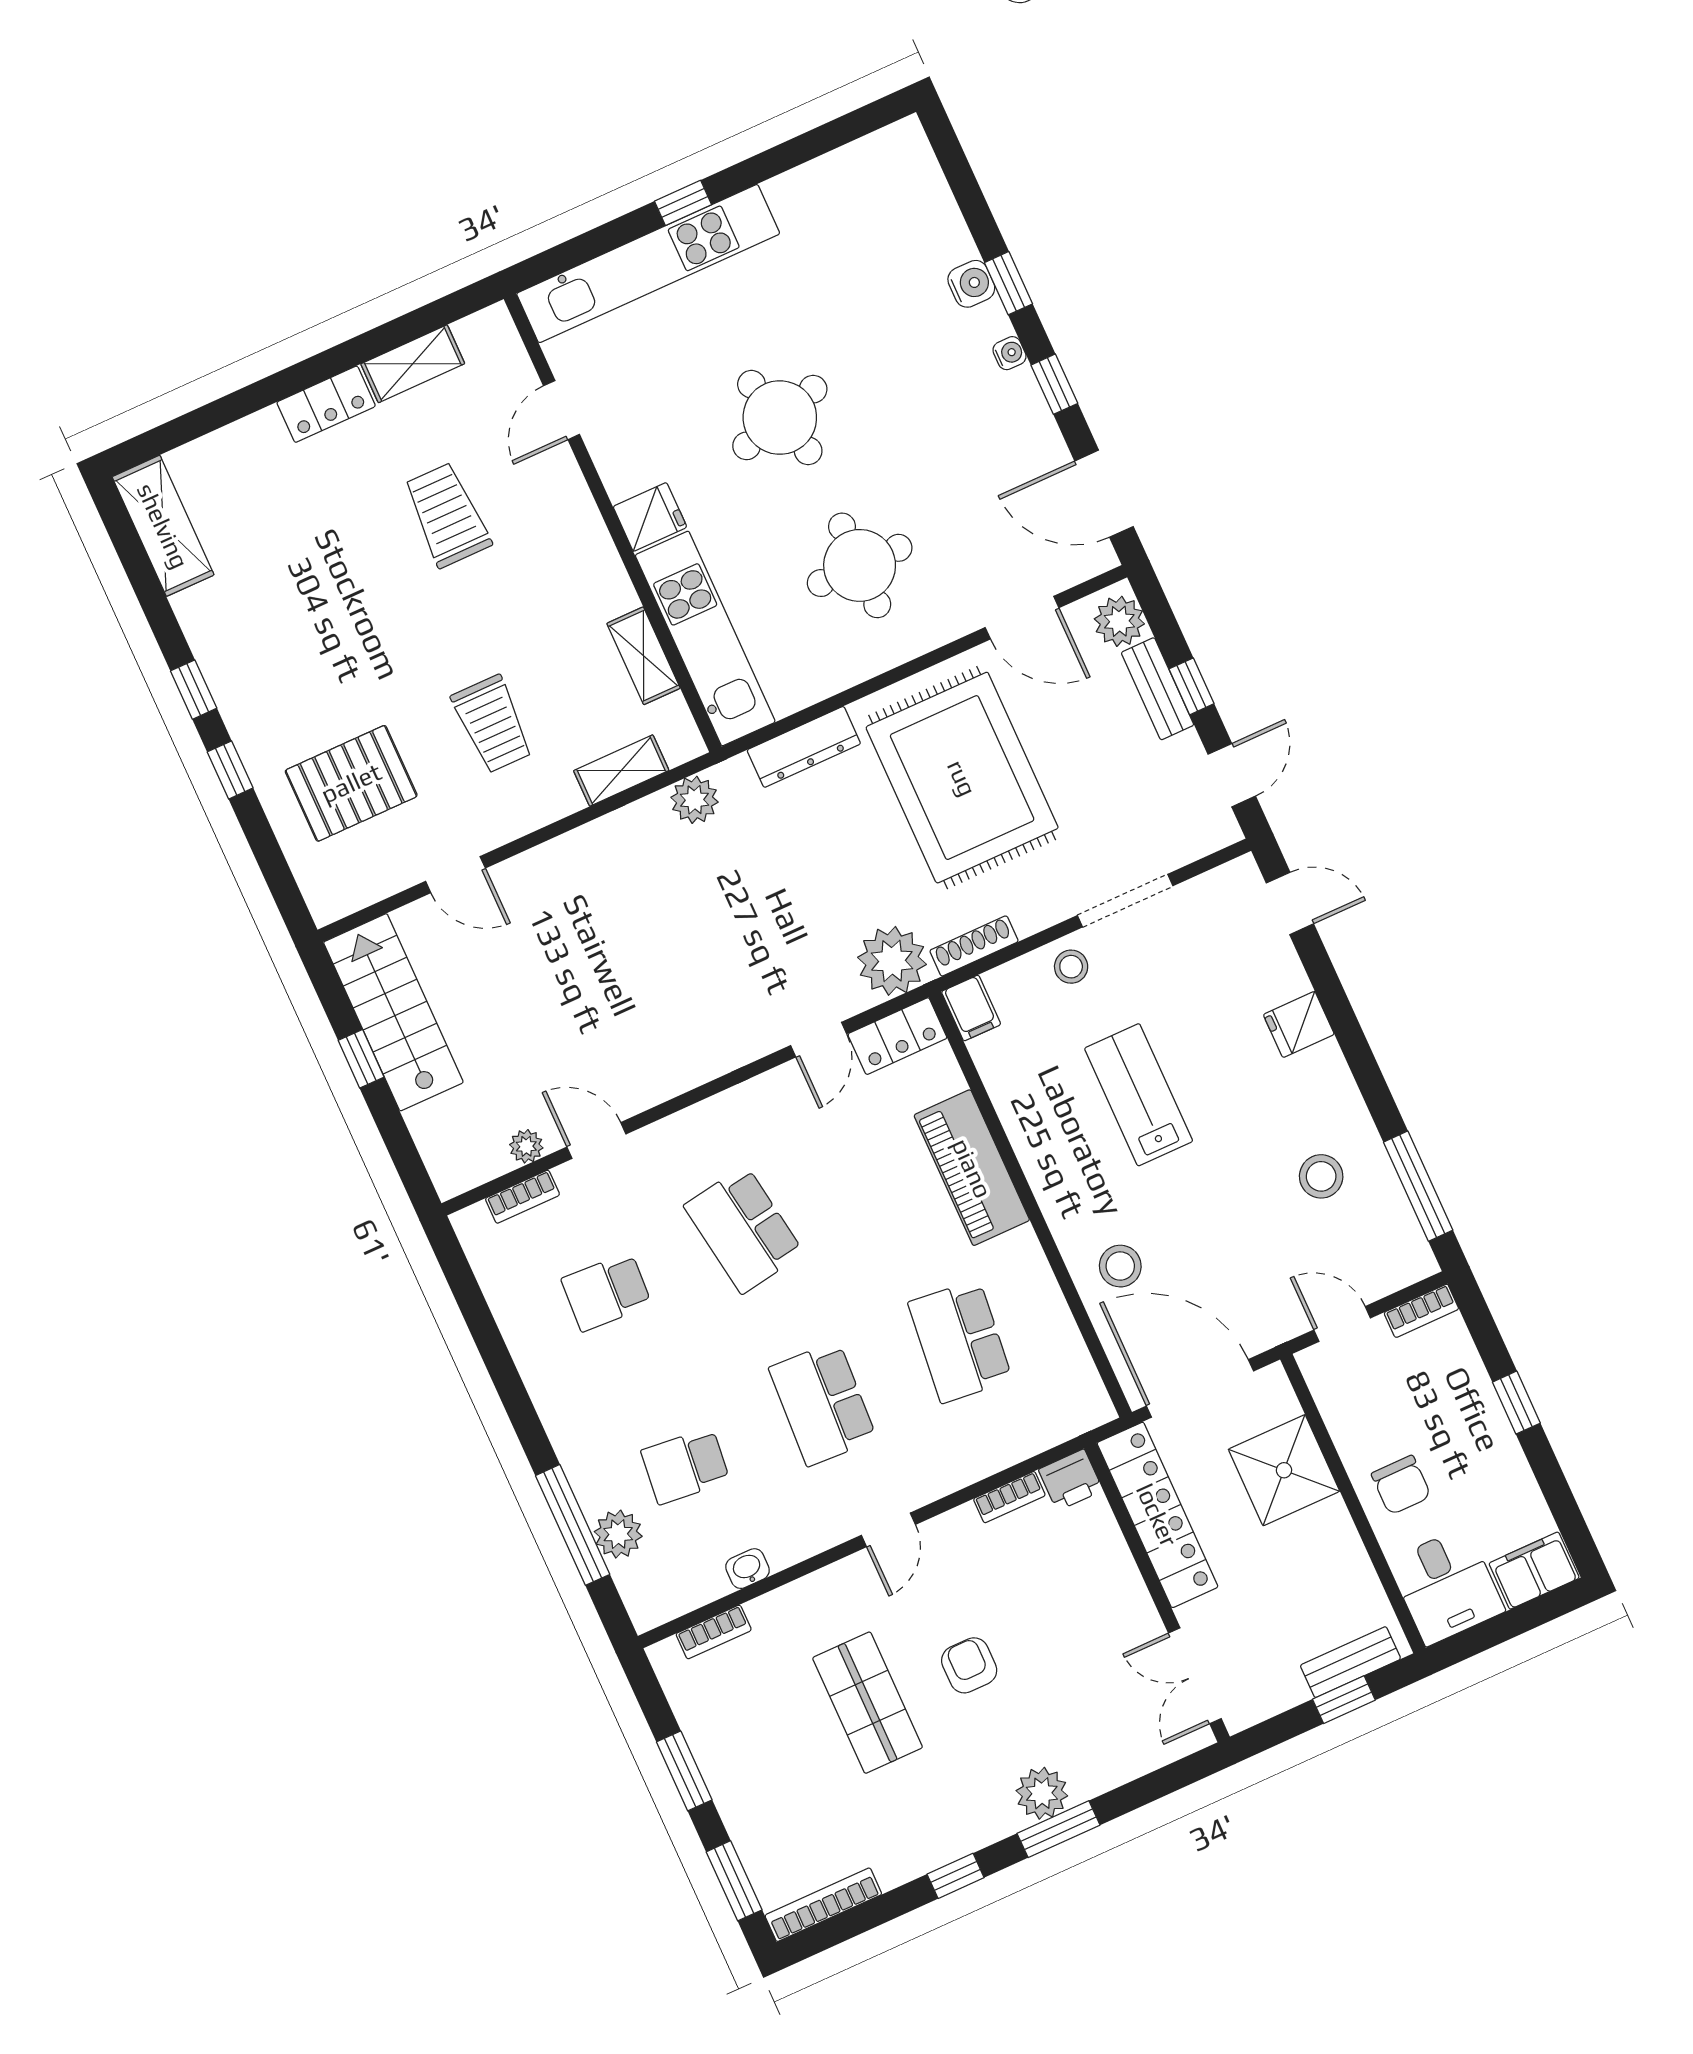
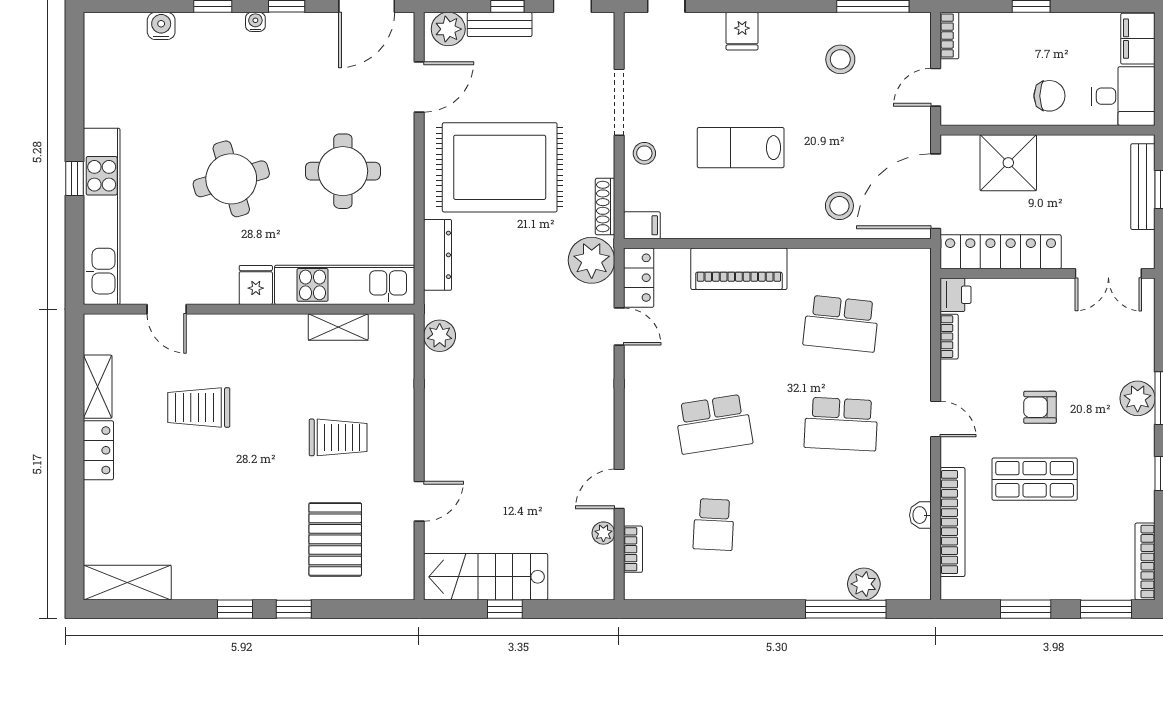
water cooler: (971, 284) -> (161, 26), moved
shelving: (621, 770) -> (402, 372), removed
school desk: (685, 1466) -> (841, 524), removed
bookcase: (714, 1632) -> (952, 522), width x2.31, depth x1.31
bench: (1350, 1662) -> (1143, 187), width x1.36

